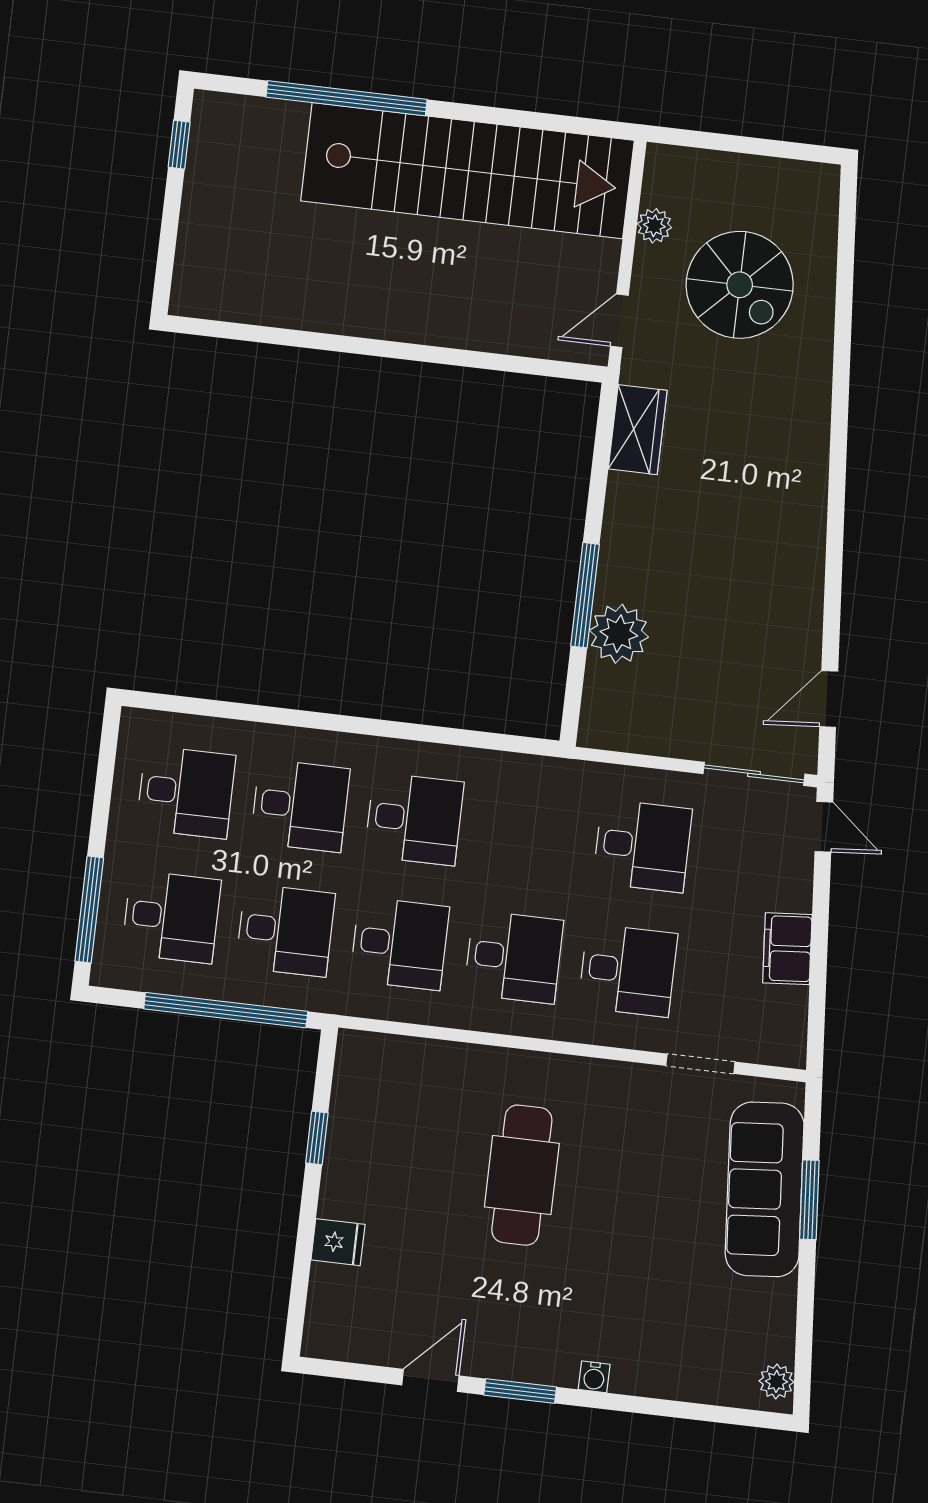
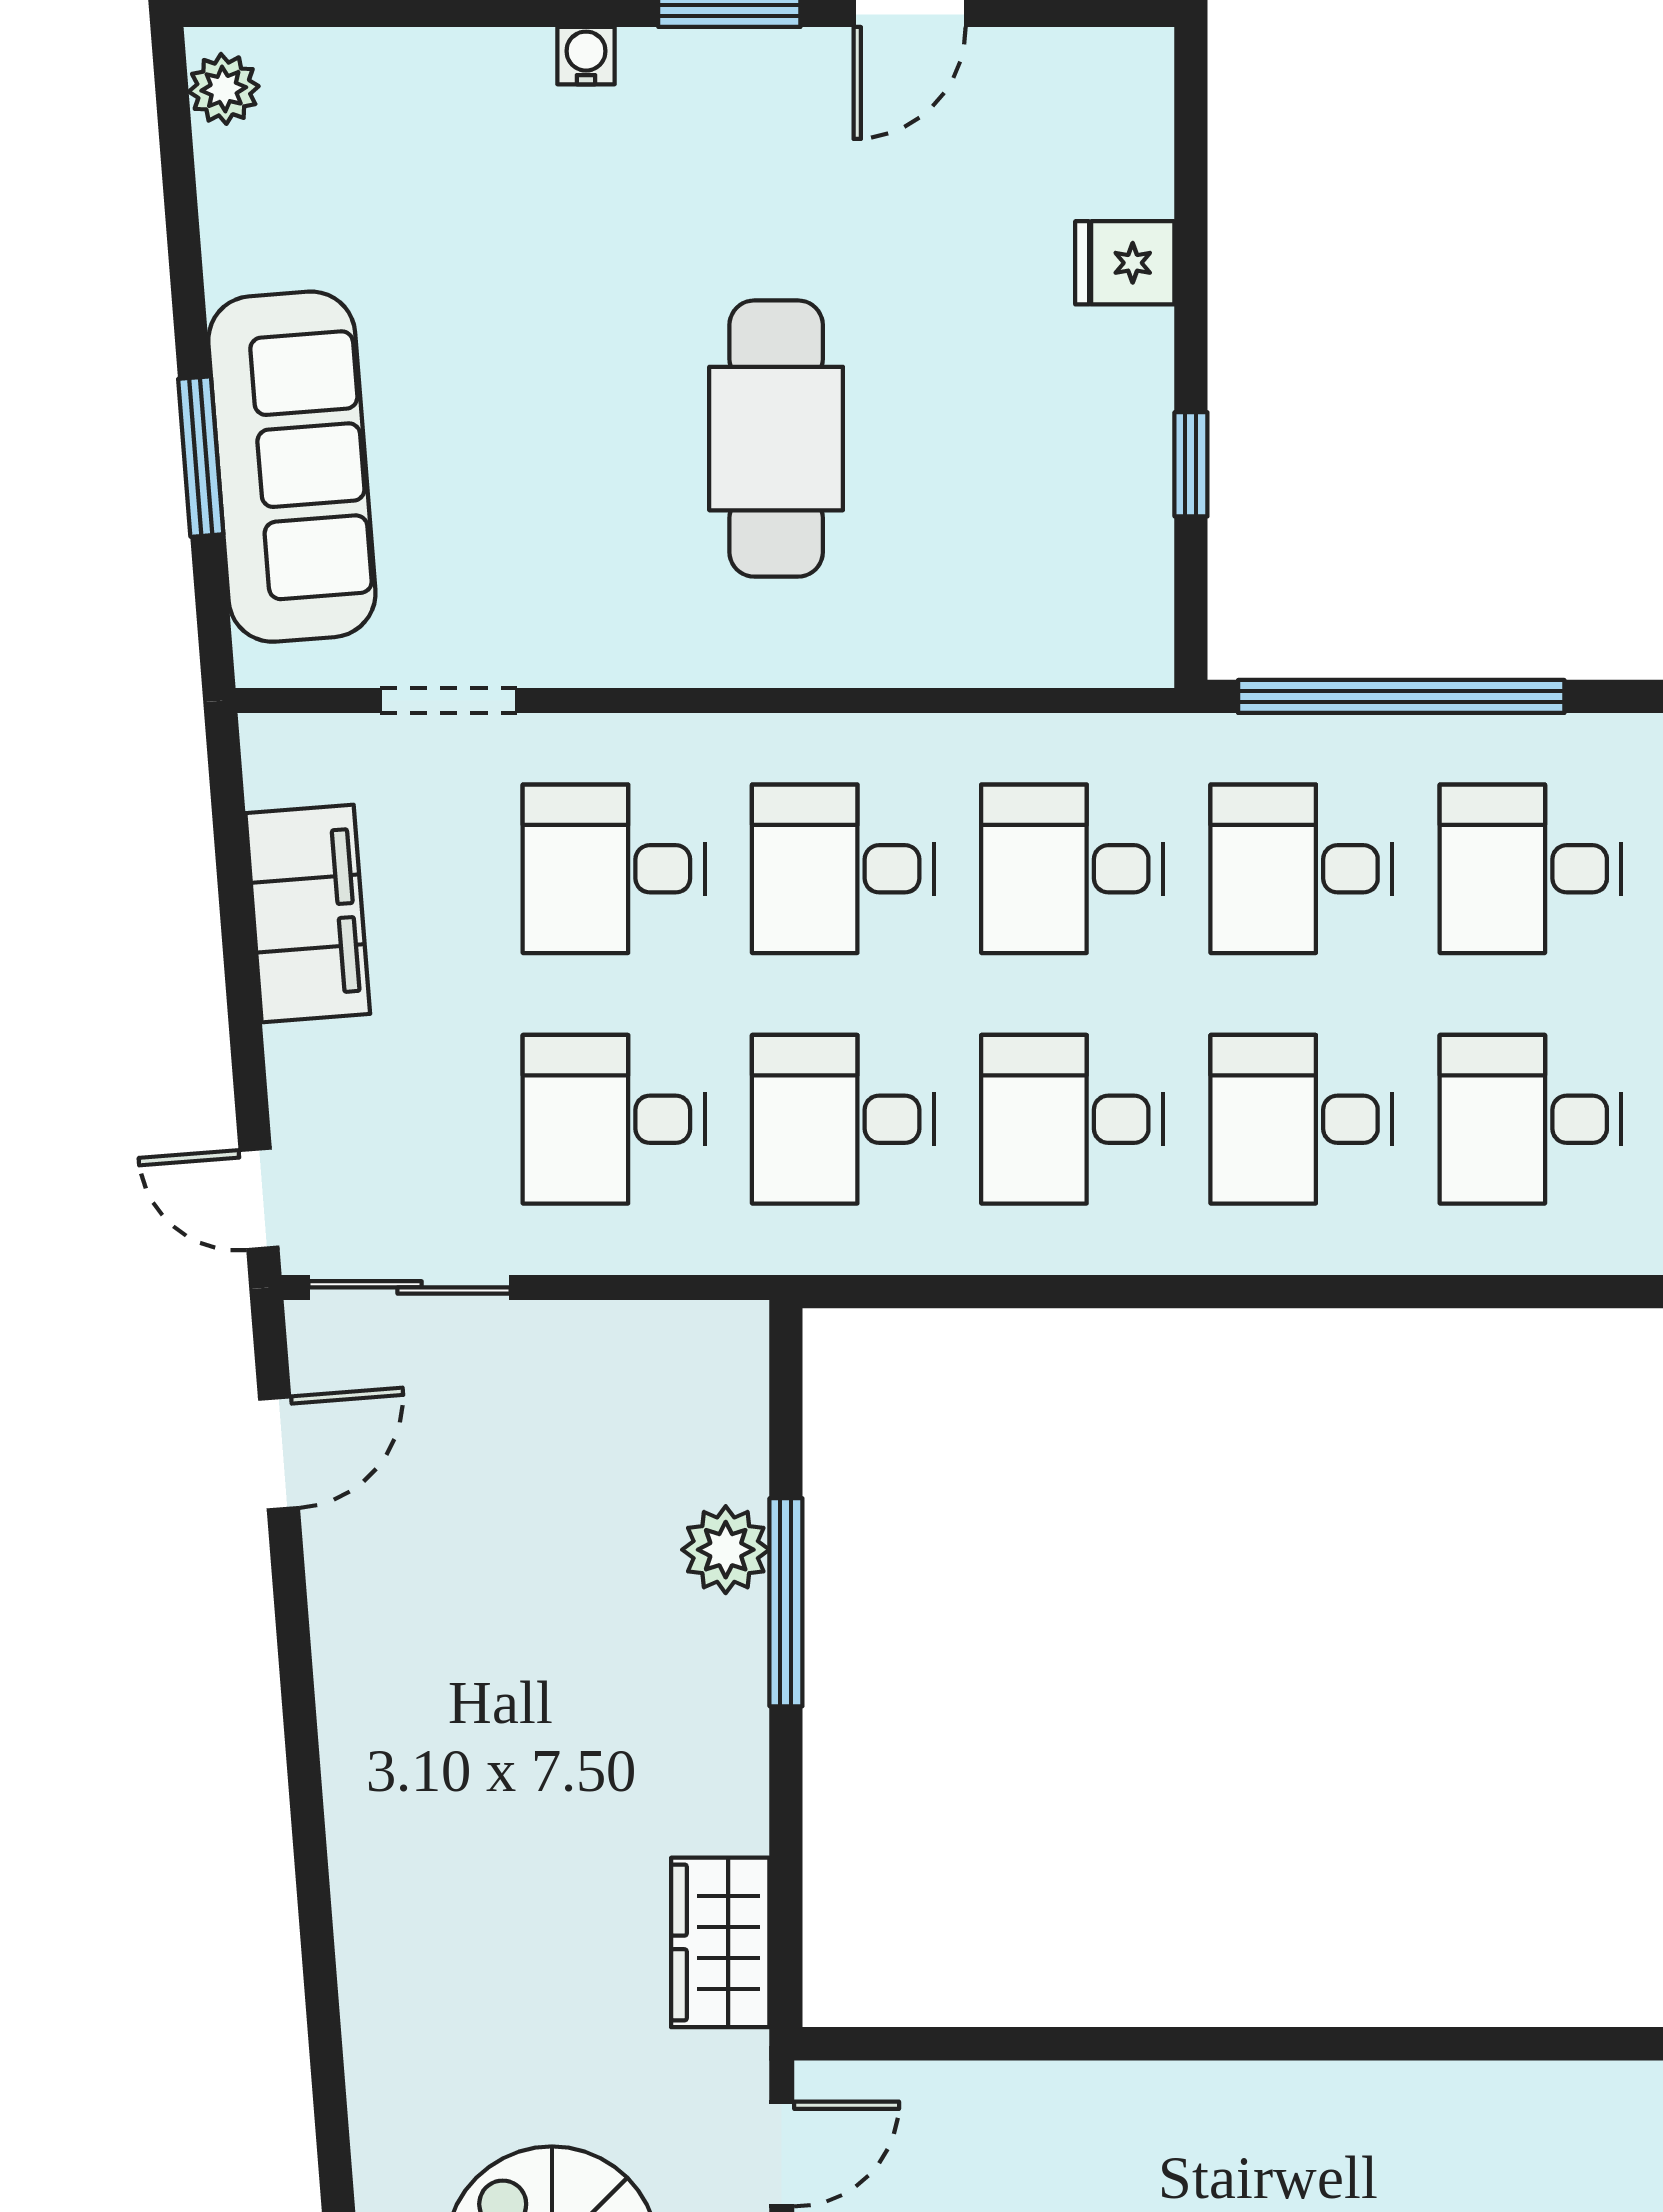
plant: (619, 634) -> (726, 1550), width x0.73, depth x0.73
desk: (528, 832) -> (843, 1119), added
filing cabinet: (787, 949) -> (308, 914), width x1.50, depth x1.17

